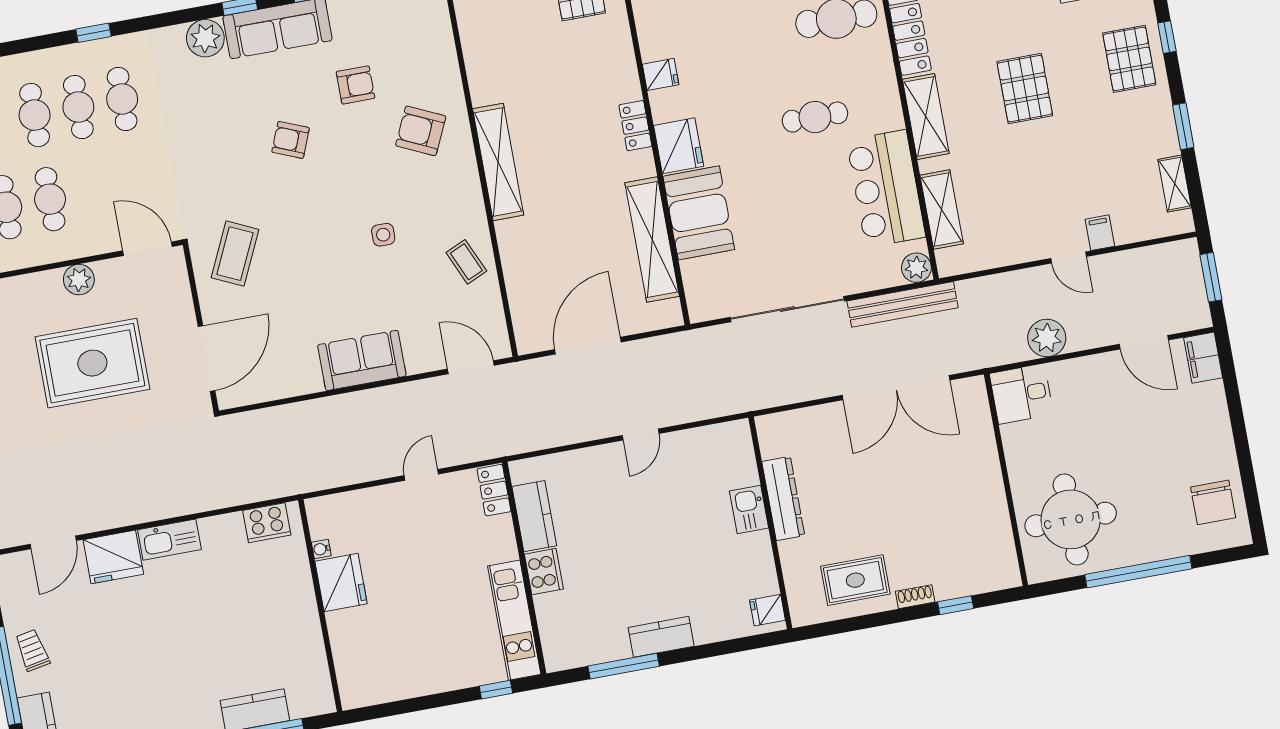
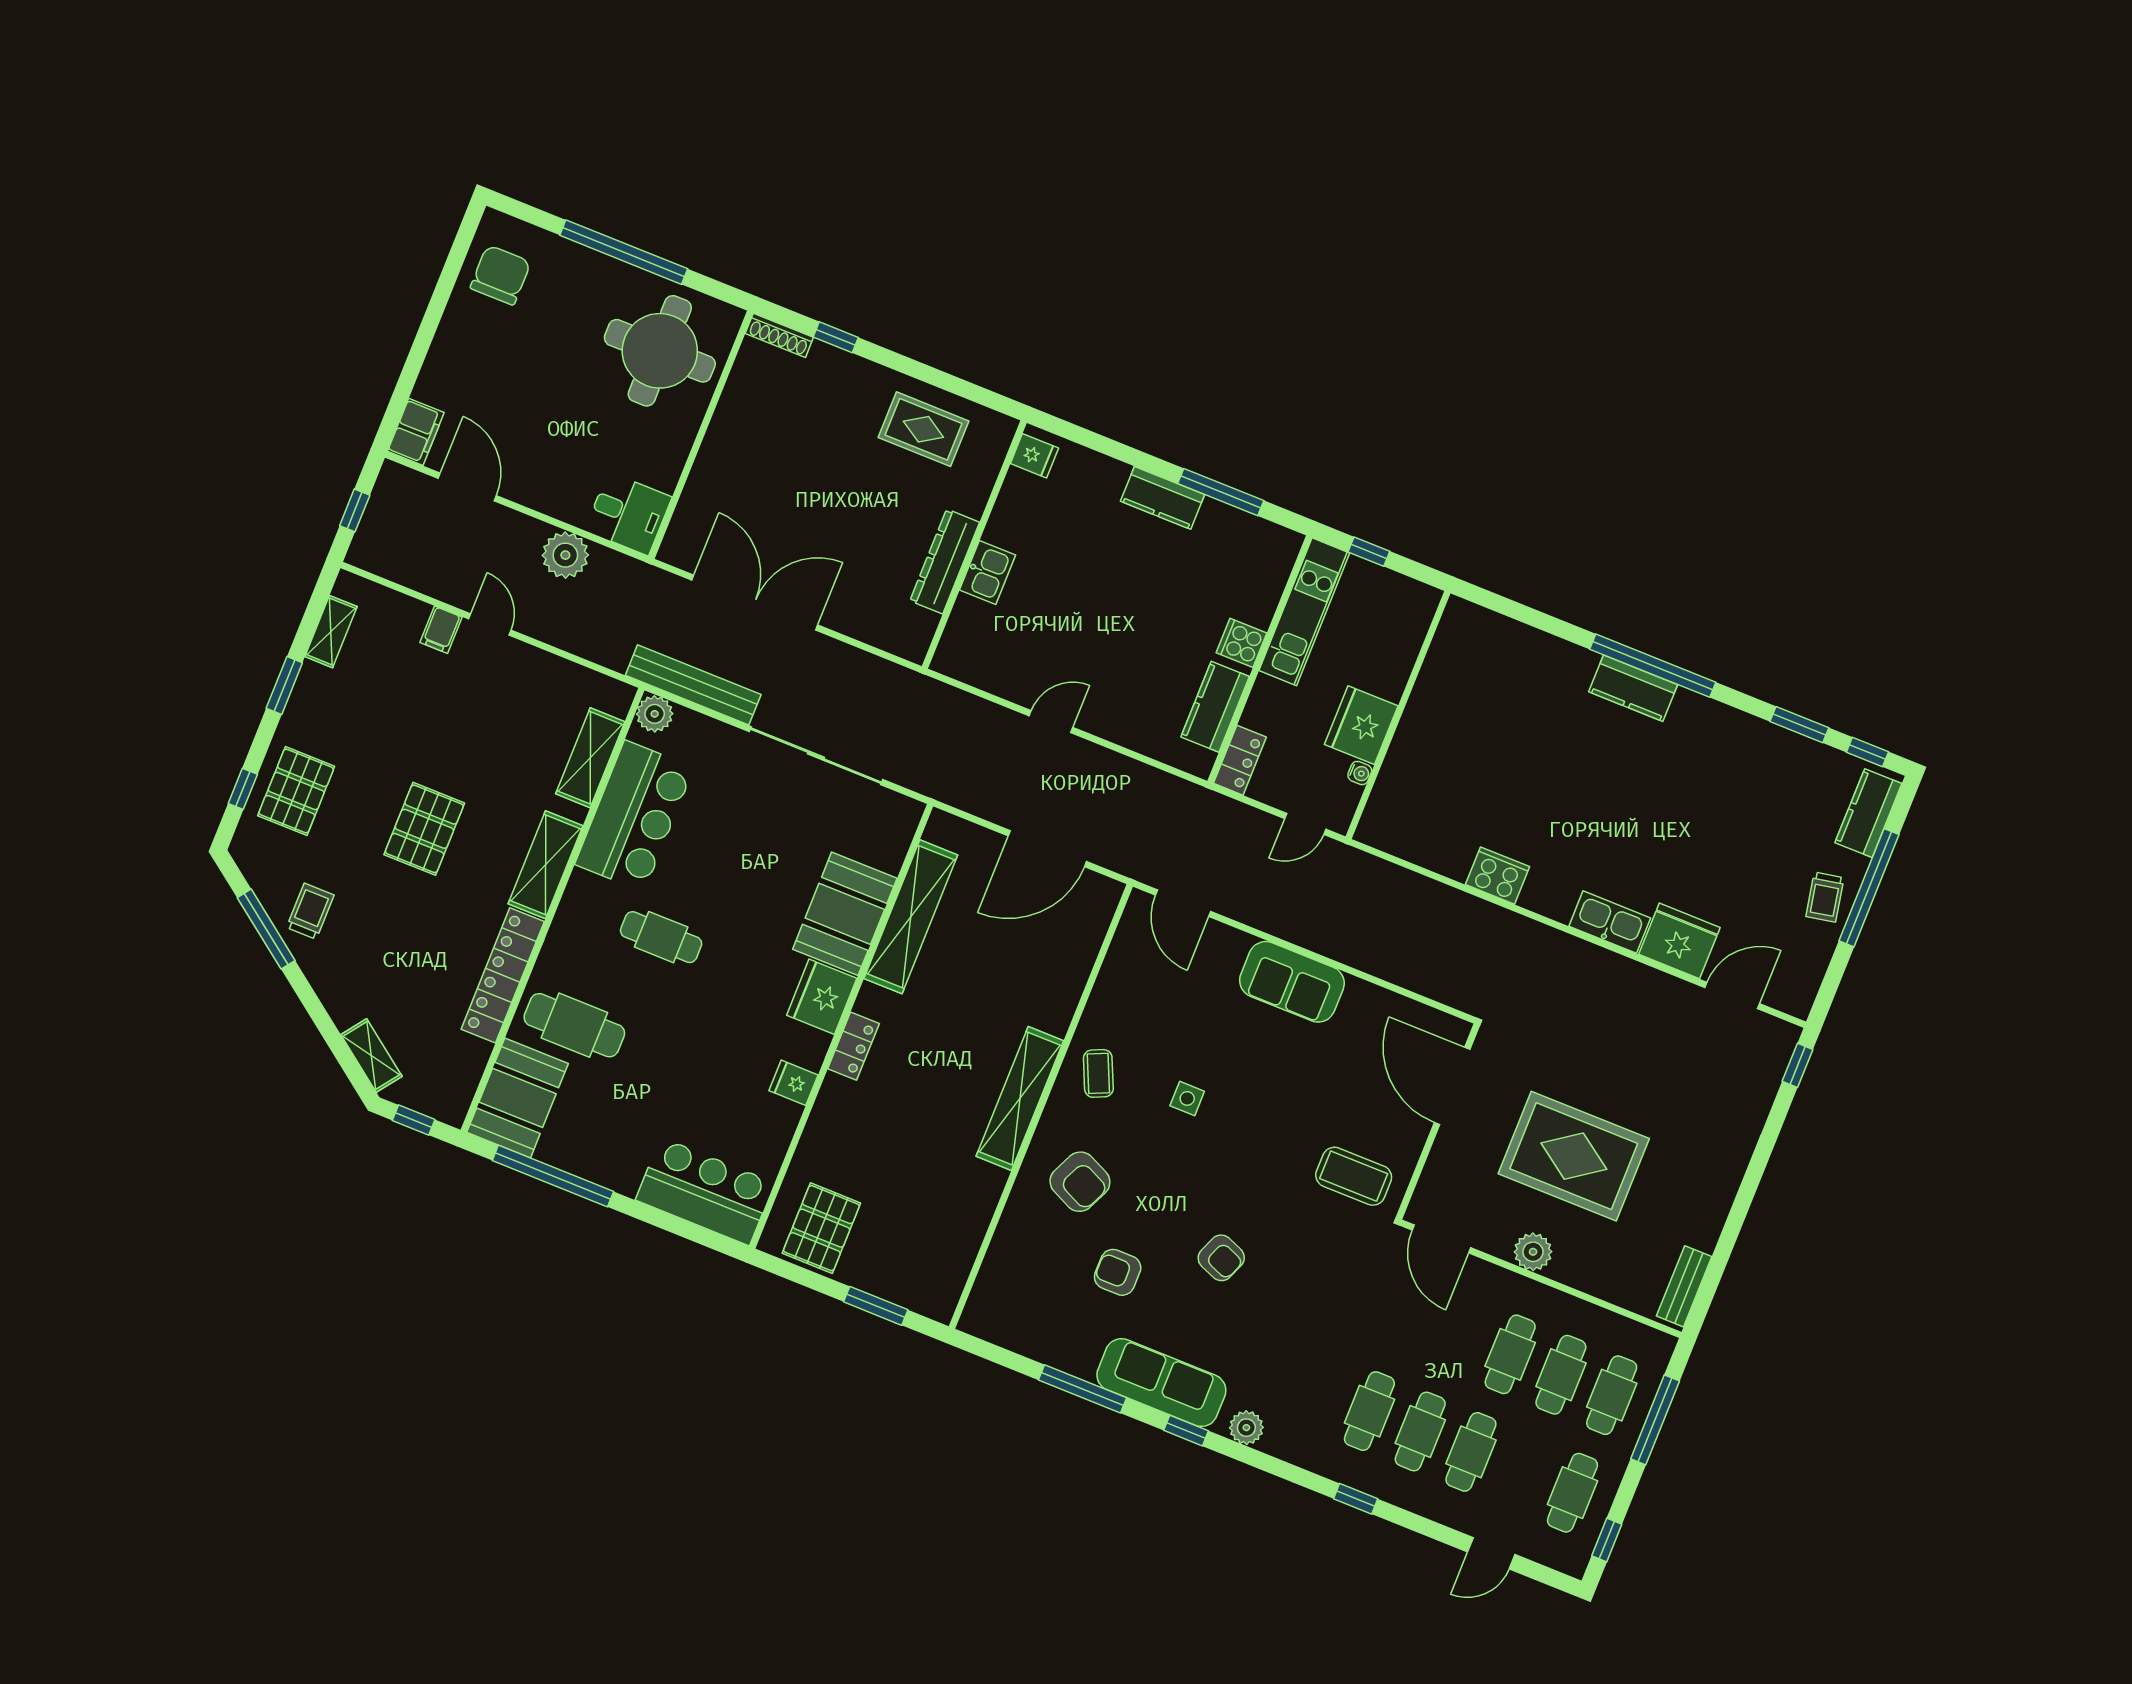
plant: (205, 38) -> (1246, 1428), width x0.73, depth x0.73
coffee table: (235, 254) -> (1354, 1176), turned 65
coffee table: (466, 262) -> (1098, 1073), moved
window: (1211, 277) -> (355, 510), width x0.67
door: (207, 358) -> (1452, 1086), hinge flipped
water cooler: (321, 549) -> (1360, 773), moved
cooker: (544, 572) -> (1242, 643), width x0.73
fridge: (341, 583) -> (1361, 725), moved
shoe rack: (915, 597) -> (779, 335), moved, width x1.43
wall: (320, 606) -> (1398, 715), moved

